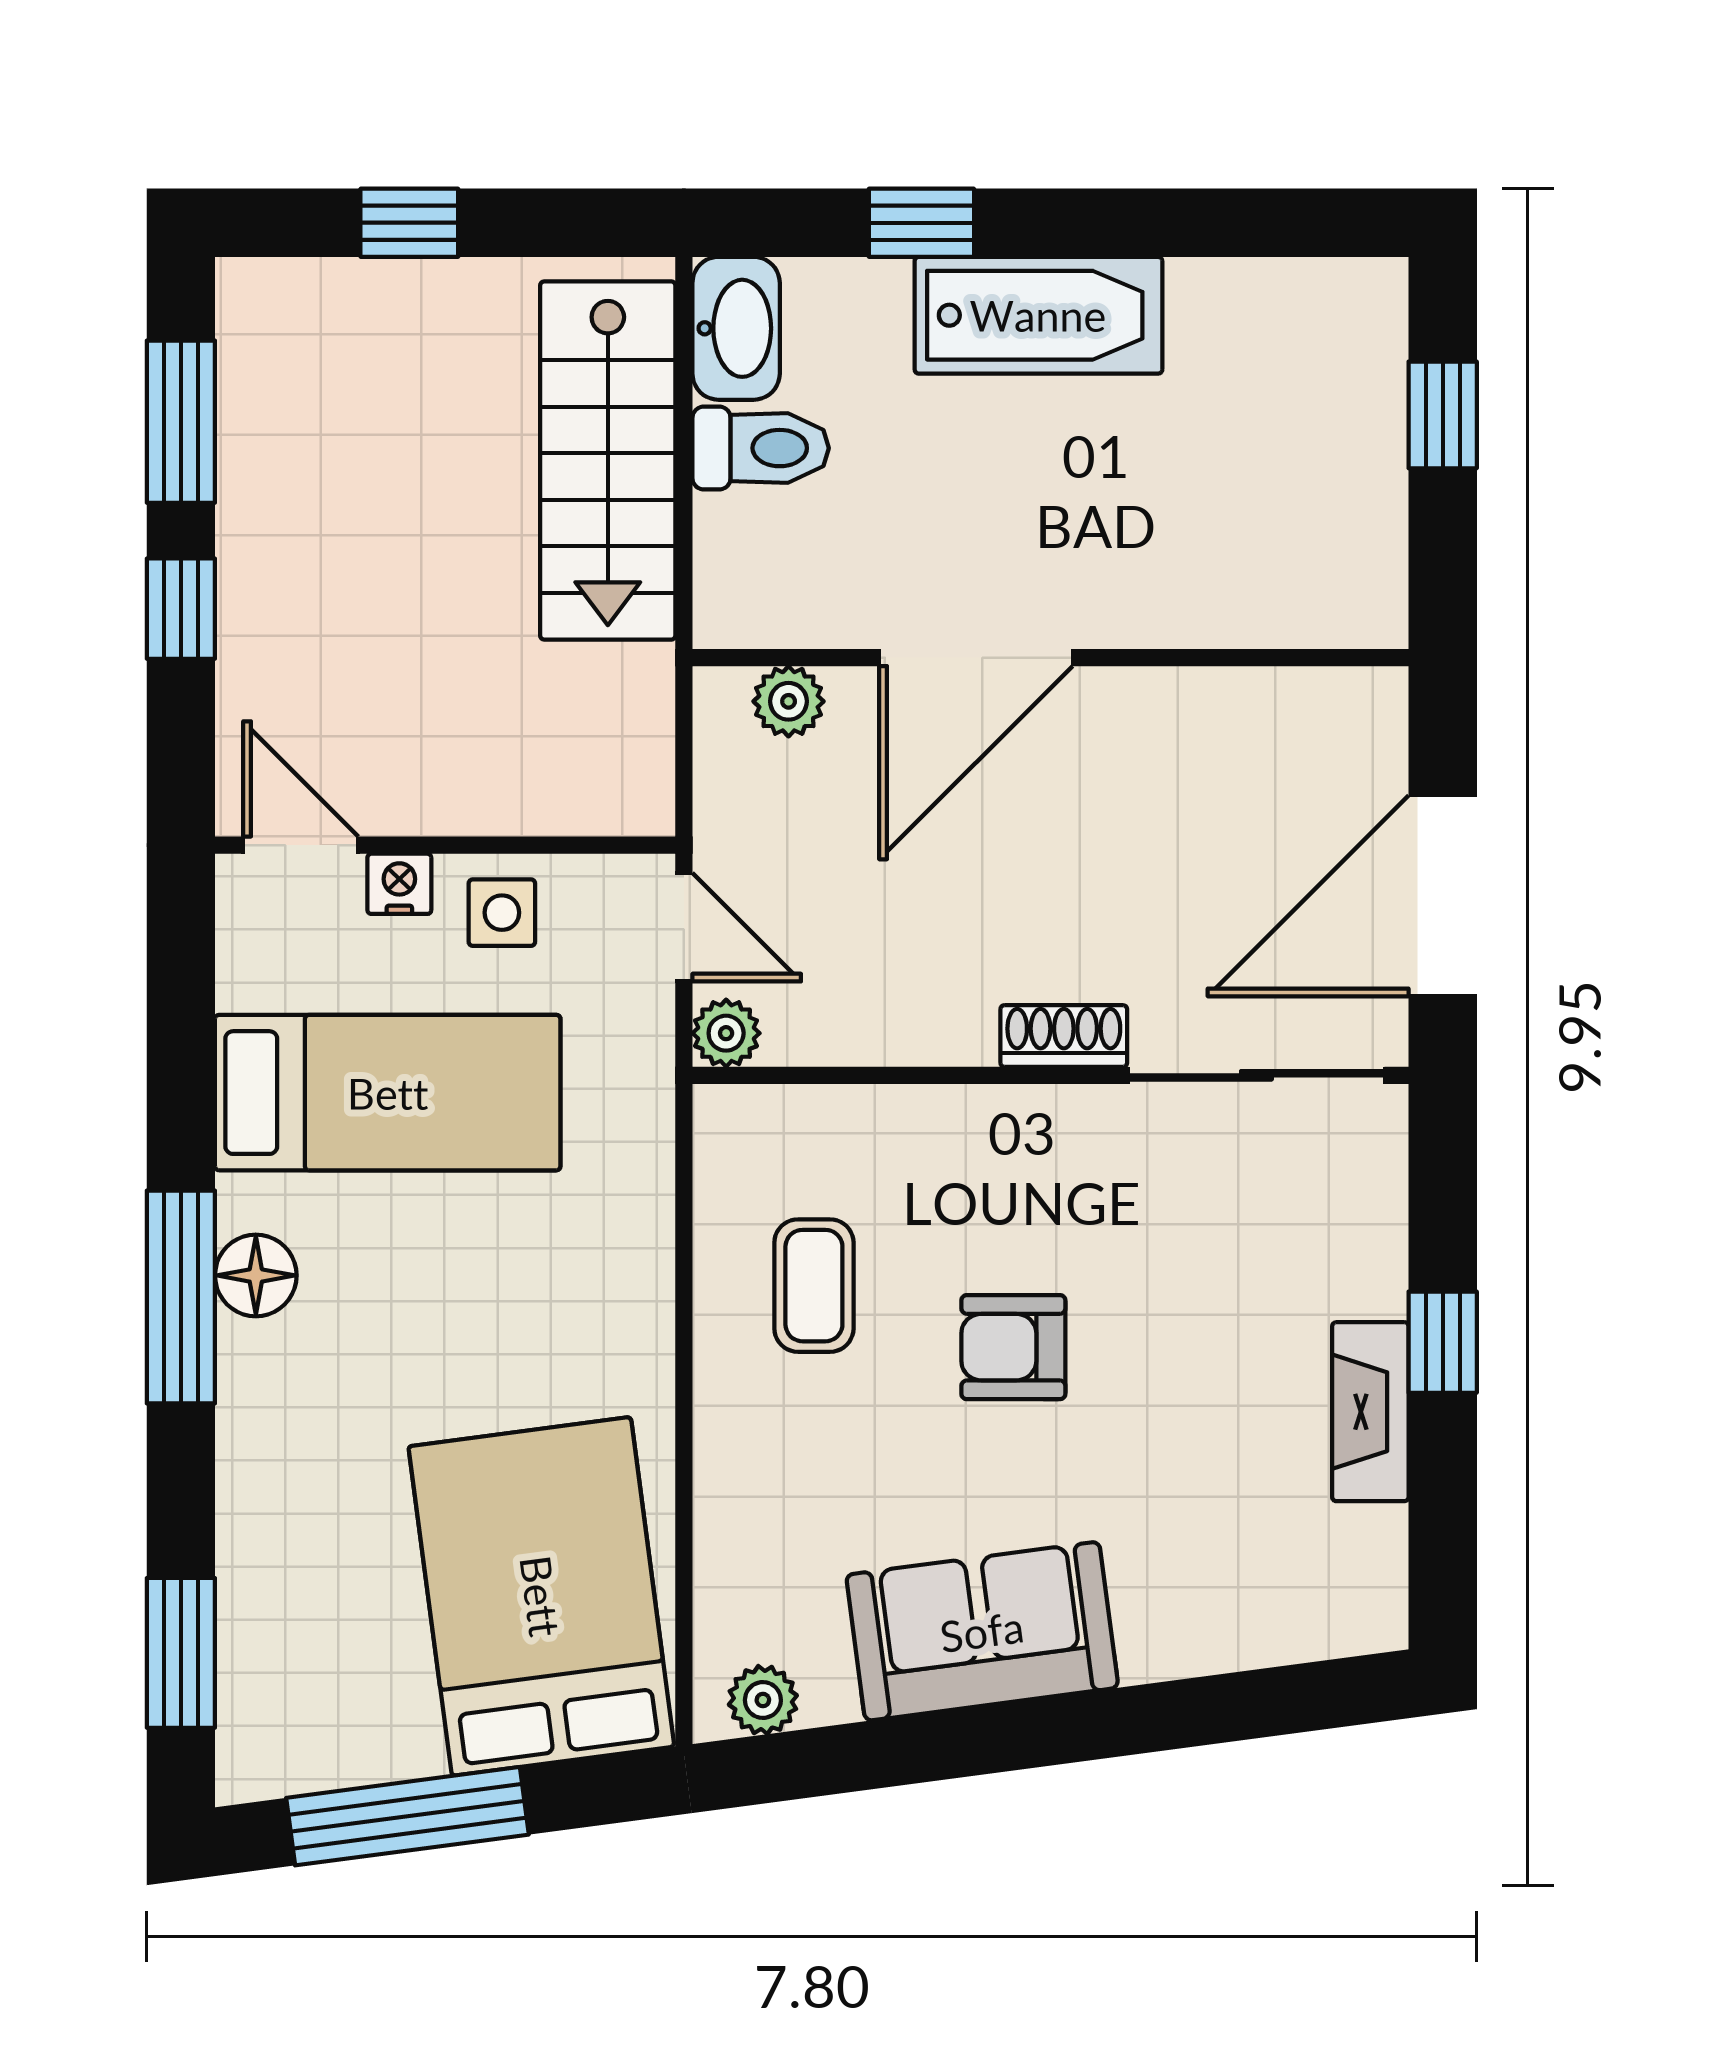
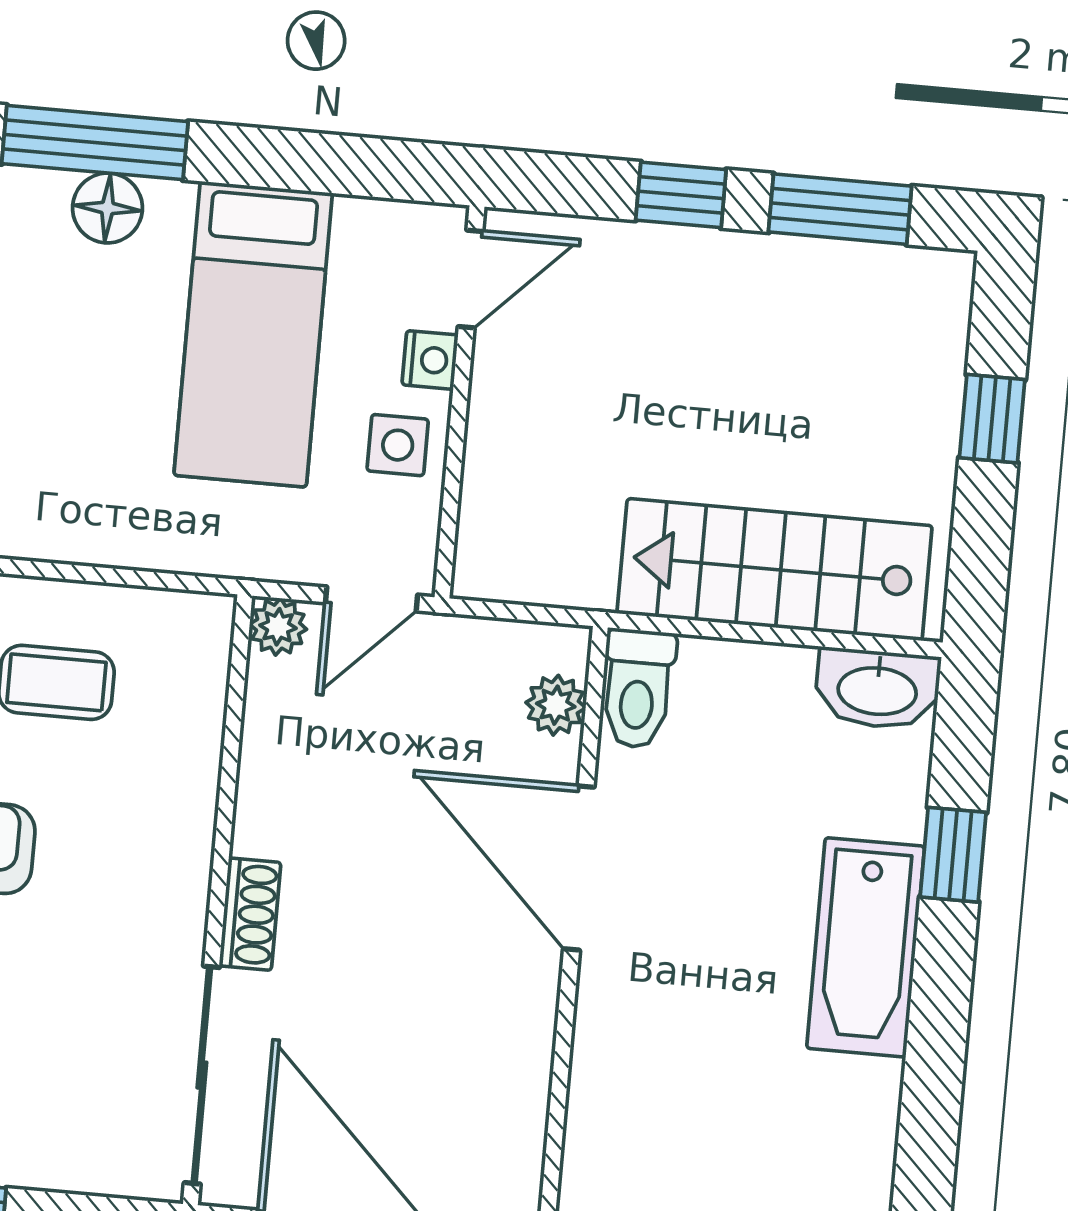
toilet: (761, 448) -> (638, 689), moved

